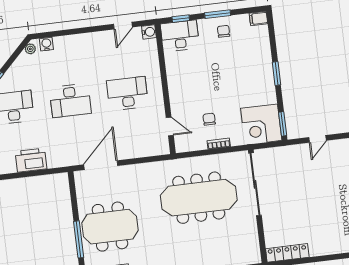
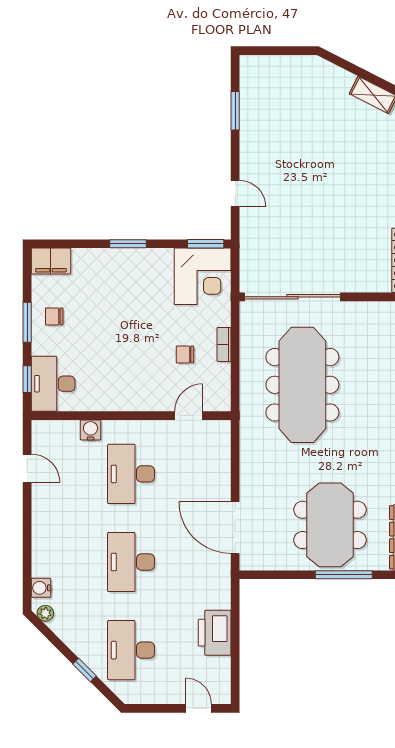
filing cabinet: (258, 18) -> (51, 261), width x2.00
water cooler: (149, 32) -> (91, 430), moved
desk: (70, 100) -> (131, 562), turned 180

